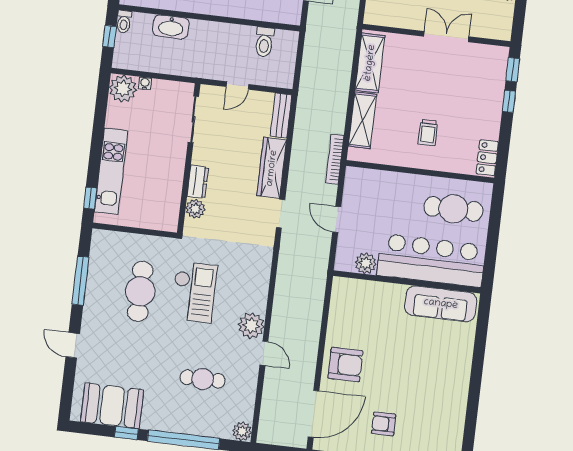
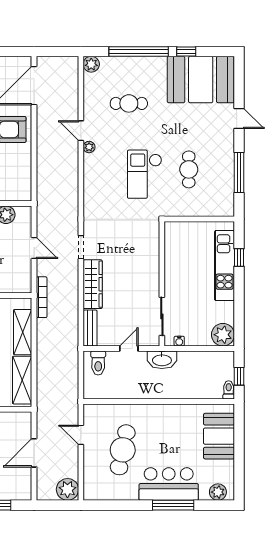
washbasin: (171, 27) -> (162, 360), moved, turned 180
toilet: (264, 42) -> (98, 363), moved, turned 180
water cooler: (145, 83) -> (179, 341), moved
dresser: (198, 182) -> (152, 265), removed
window: (90, 198) -> (239, 257), moved
plant: (195, 209) -> (152, 243), removed
cafe table: (140, 291) -> (189, 169), width x0.73, depth x0.74
plant: (251, 326) -> (89, 147), width x0.53, depth x0.53
booth: (112, 406) -> (201, 80), width x1.36, depth x1.42

